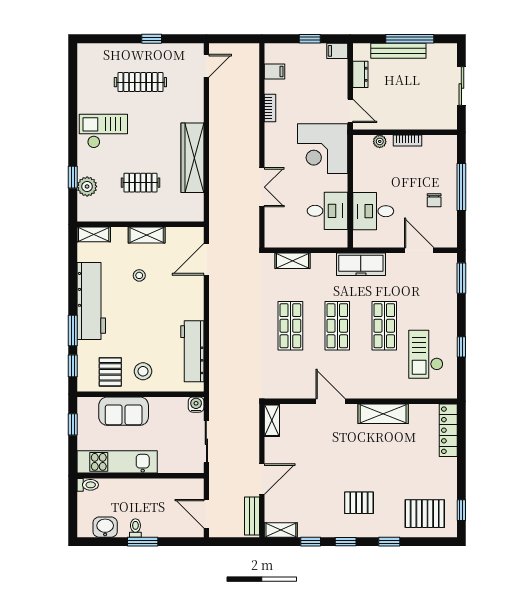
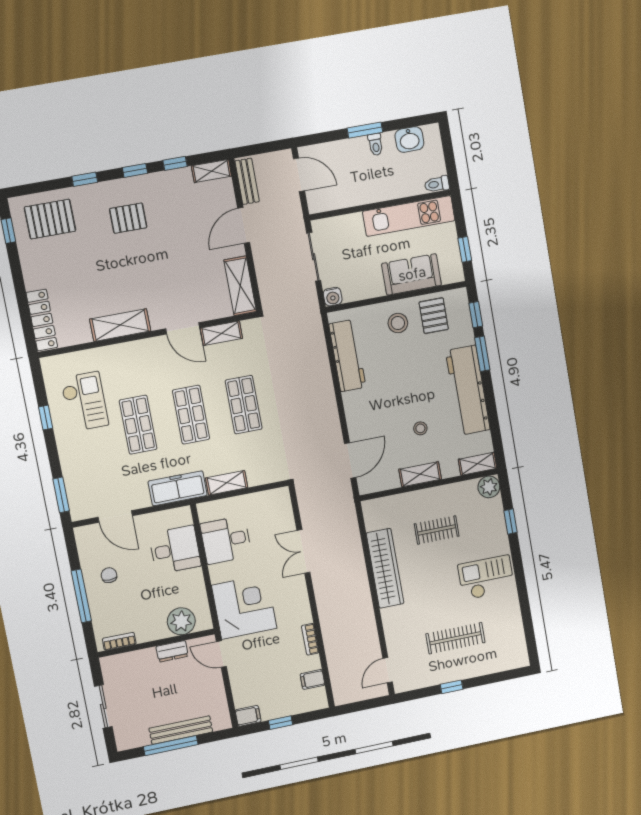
dresser: (360, 74) -> (172, 651), moved, turned -90
checkout: (103, 131) -> (486, 578), turned 180
plant: (380, 141) -> (181, 621), width x1.88, depth x1.88
bookcase: (407, 141) -> (119, 641), moved
plant: (87, 186) -> (489, 487), moved
shelving: (293, 261) -> (227, 483), moved
shelving: (298, 391) -> (221, 333), added
shelving: (272, 420) -> (240, 286), width x1.50, depth x1.33

